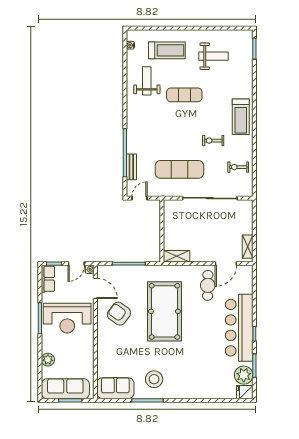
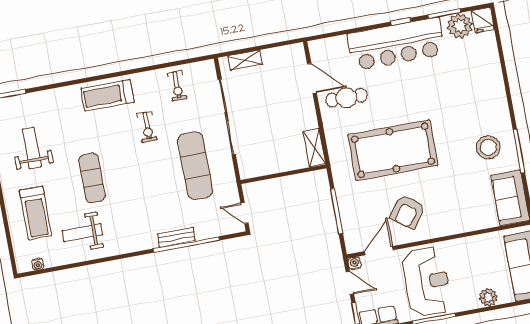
treadmill: (167, 50) -> (36, 213), turned 180
treadmill: (241, 117) -> (108, 95), turned 180
bench: (131, 167) -> (176, 237), moved
shelving: (248, 247) -> (245, 60), moved

